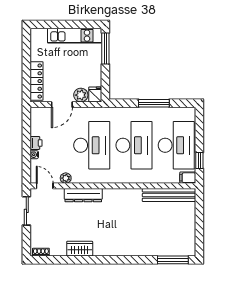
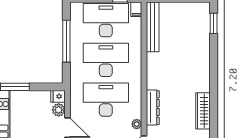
window: (154, 103) -> (66, 41), width x1.46
wardrobe: (80, 249) -> (203, 111), width x1.50
window: (173, 260) -> (214, 23), width x0.69

